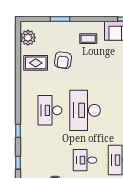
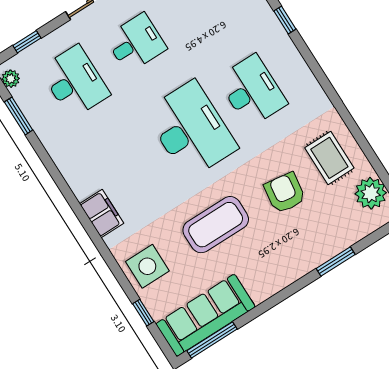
coffee table: (88, 39) -> (216, 225), moved, width x1.86, depth x1.72
rug: (36, 63) -> (329, 158), turned 90

